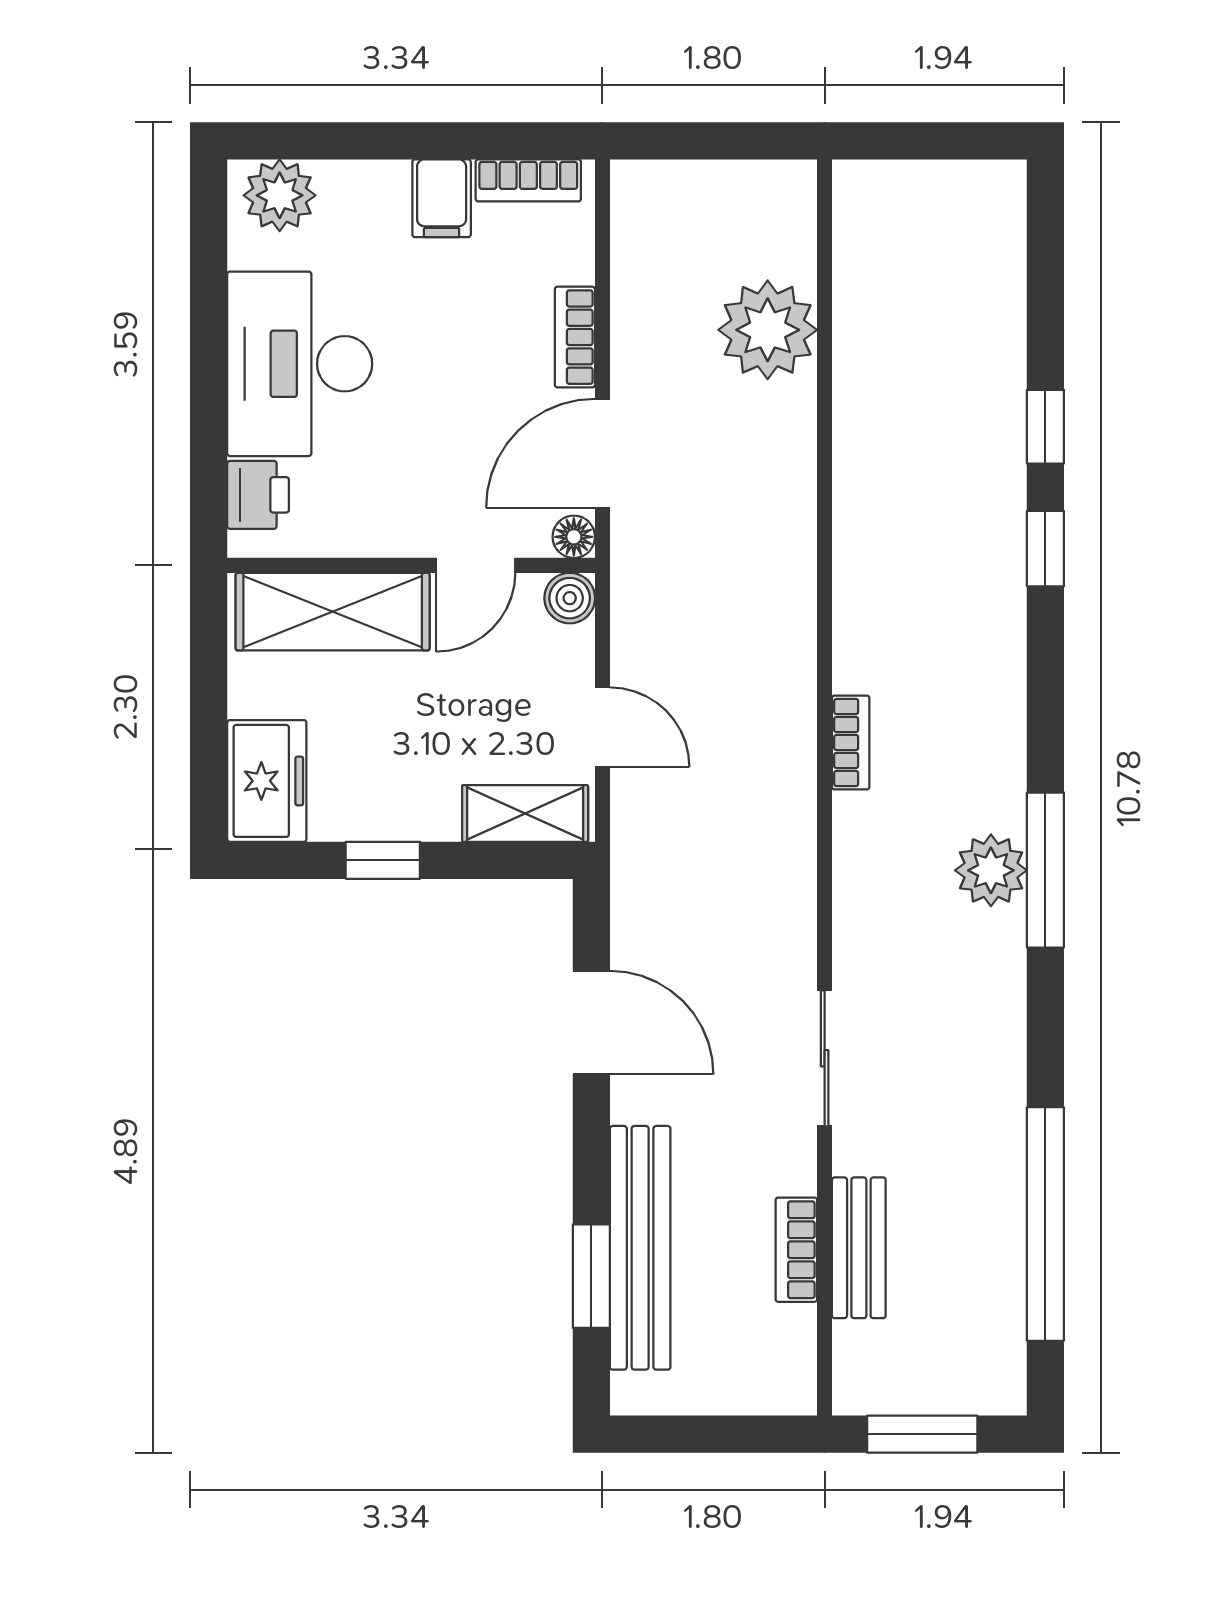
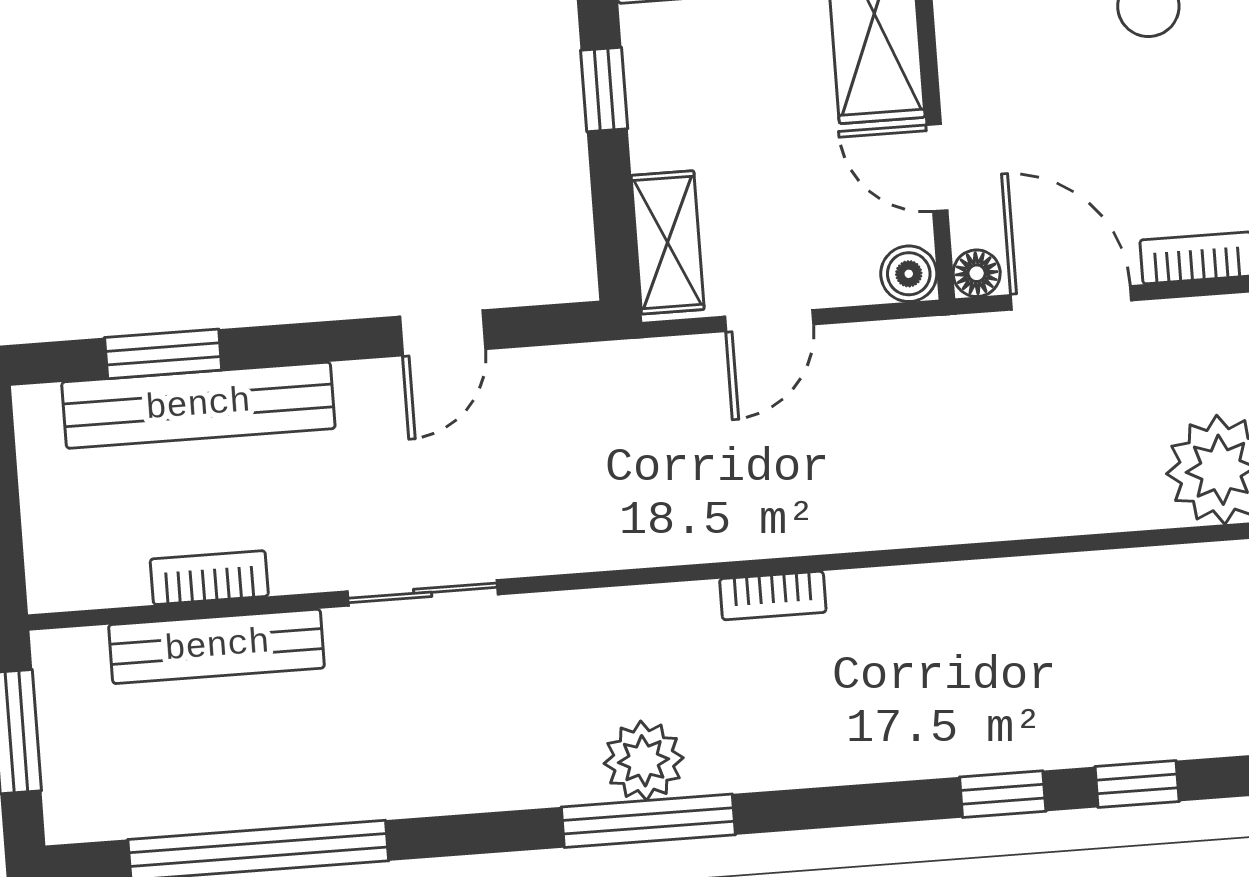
door: (591, 1023) -> (443, 333), width x0.73
bench: (859, 1248) -> (217, 646), width x1.36

